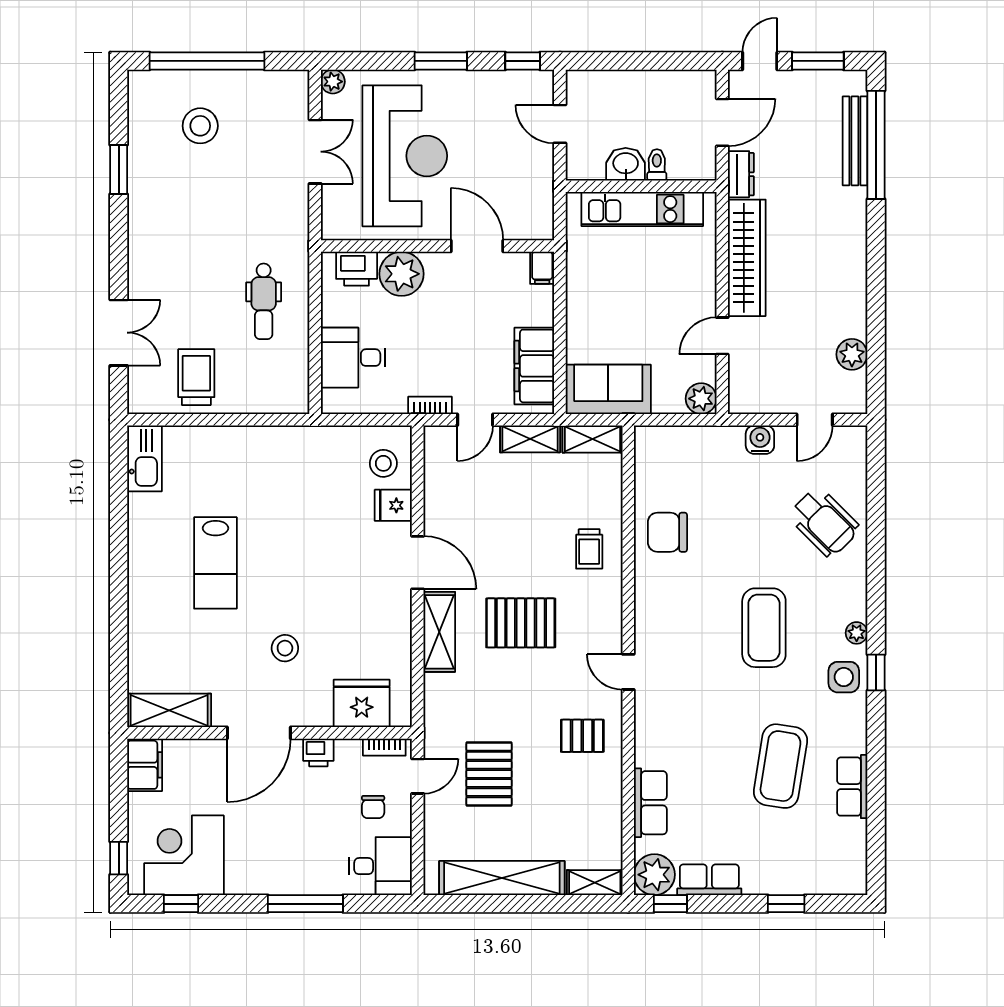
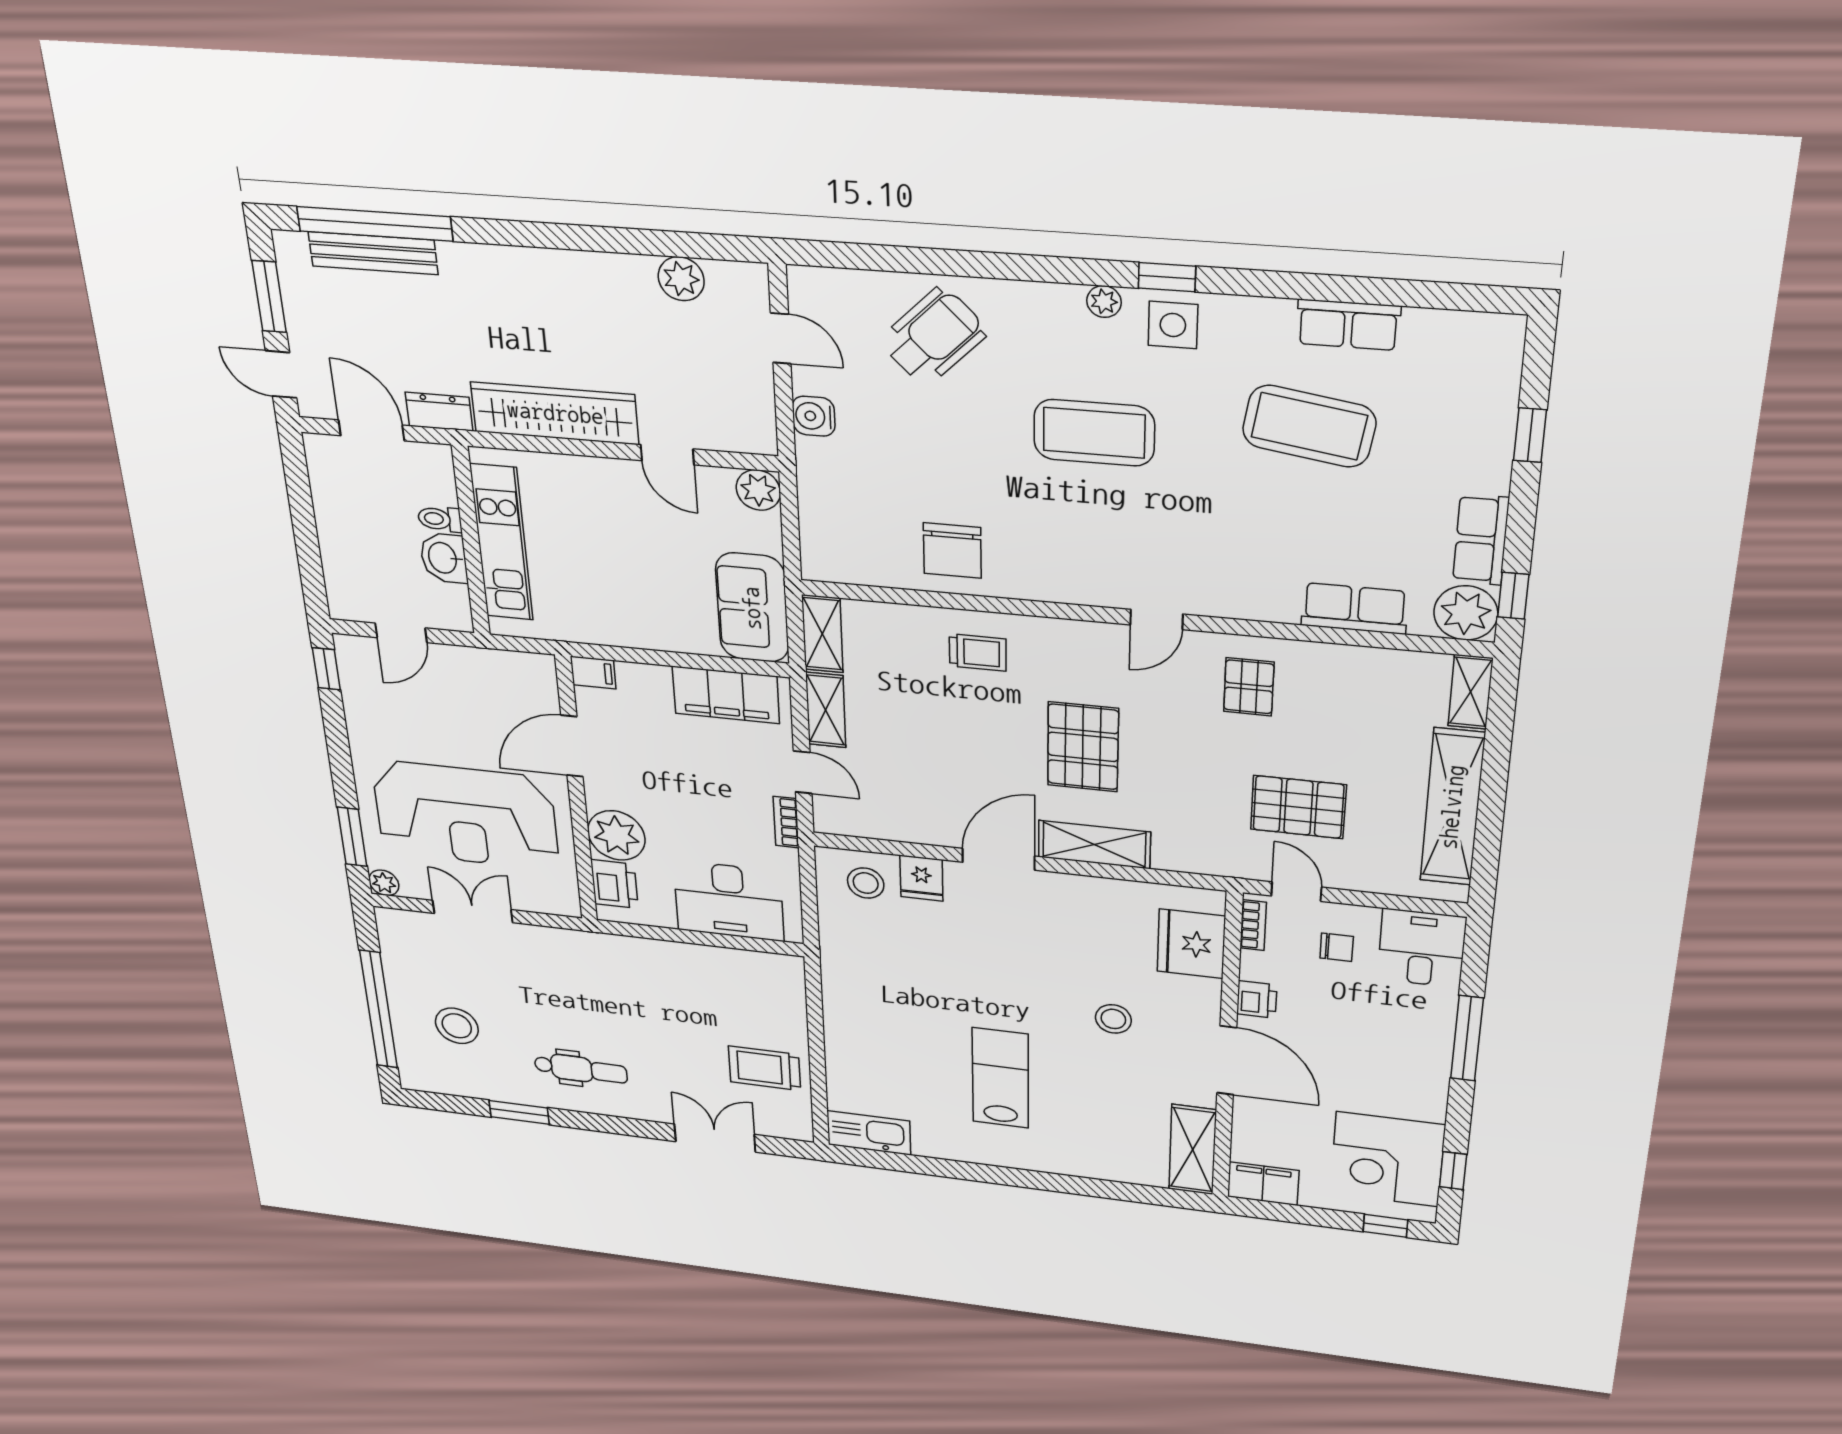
window: (441, 61) -> (352, 837), moved
reception desk: (405, 156) -> (466, 815), turned 180
dental chair: (264, 301) -> (581, 1069), moved
desk: (353, 358) -> (729, 901), width x1.37
lab bench: (215, 563) -> (1000, 1078), turned -90

